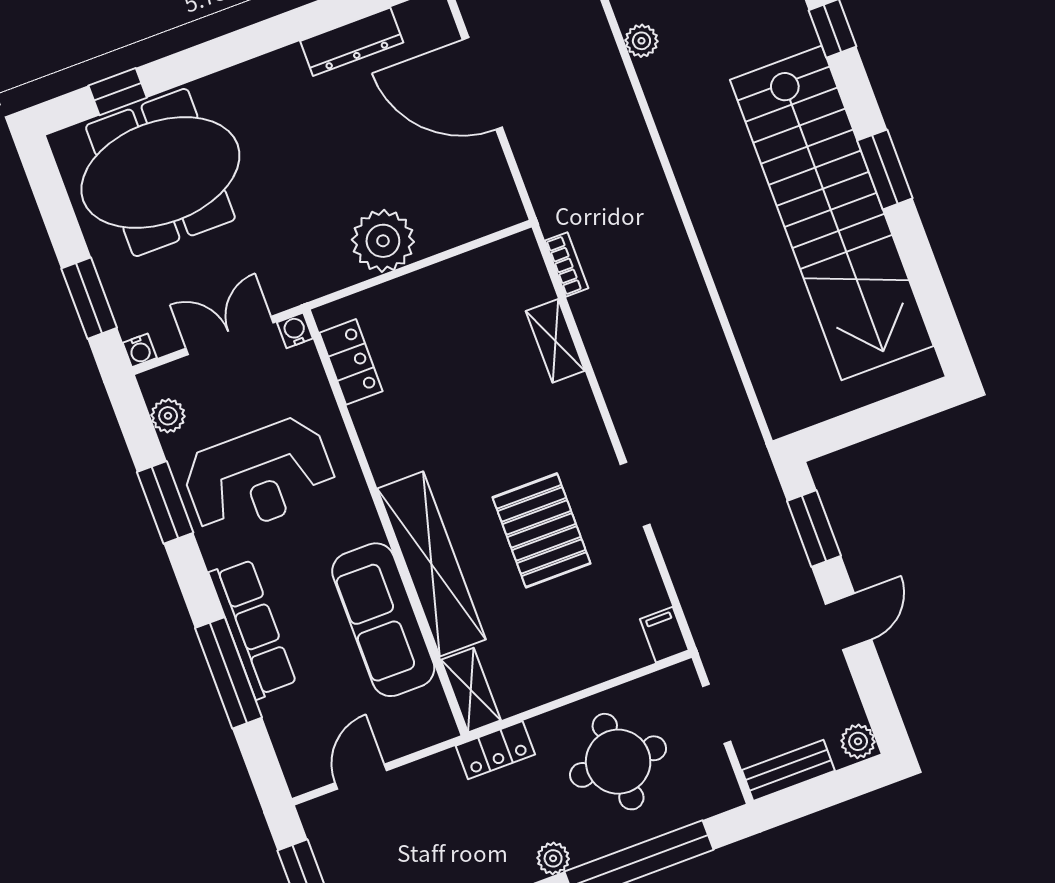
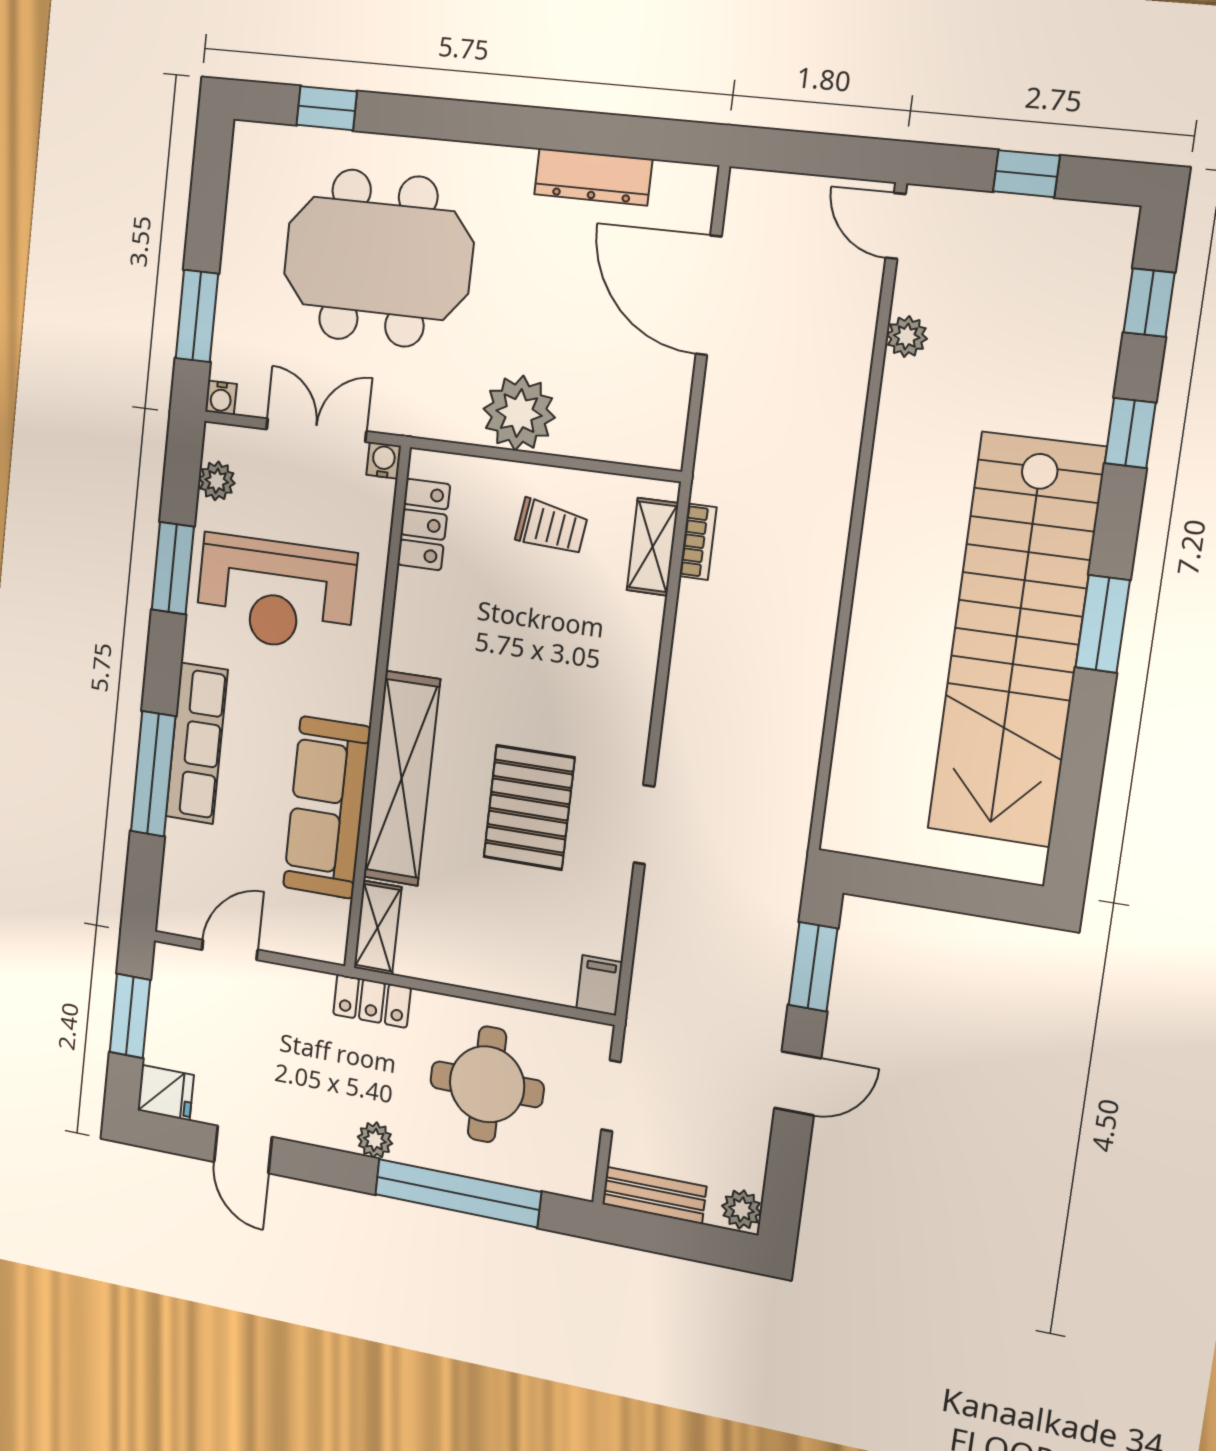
meeting table: (160, 172) -> (378, 258), moved
trolley: (451, 312) -> (551, 527), added
shelving: (555, 341) -> (653, 547), moved

